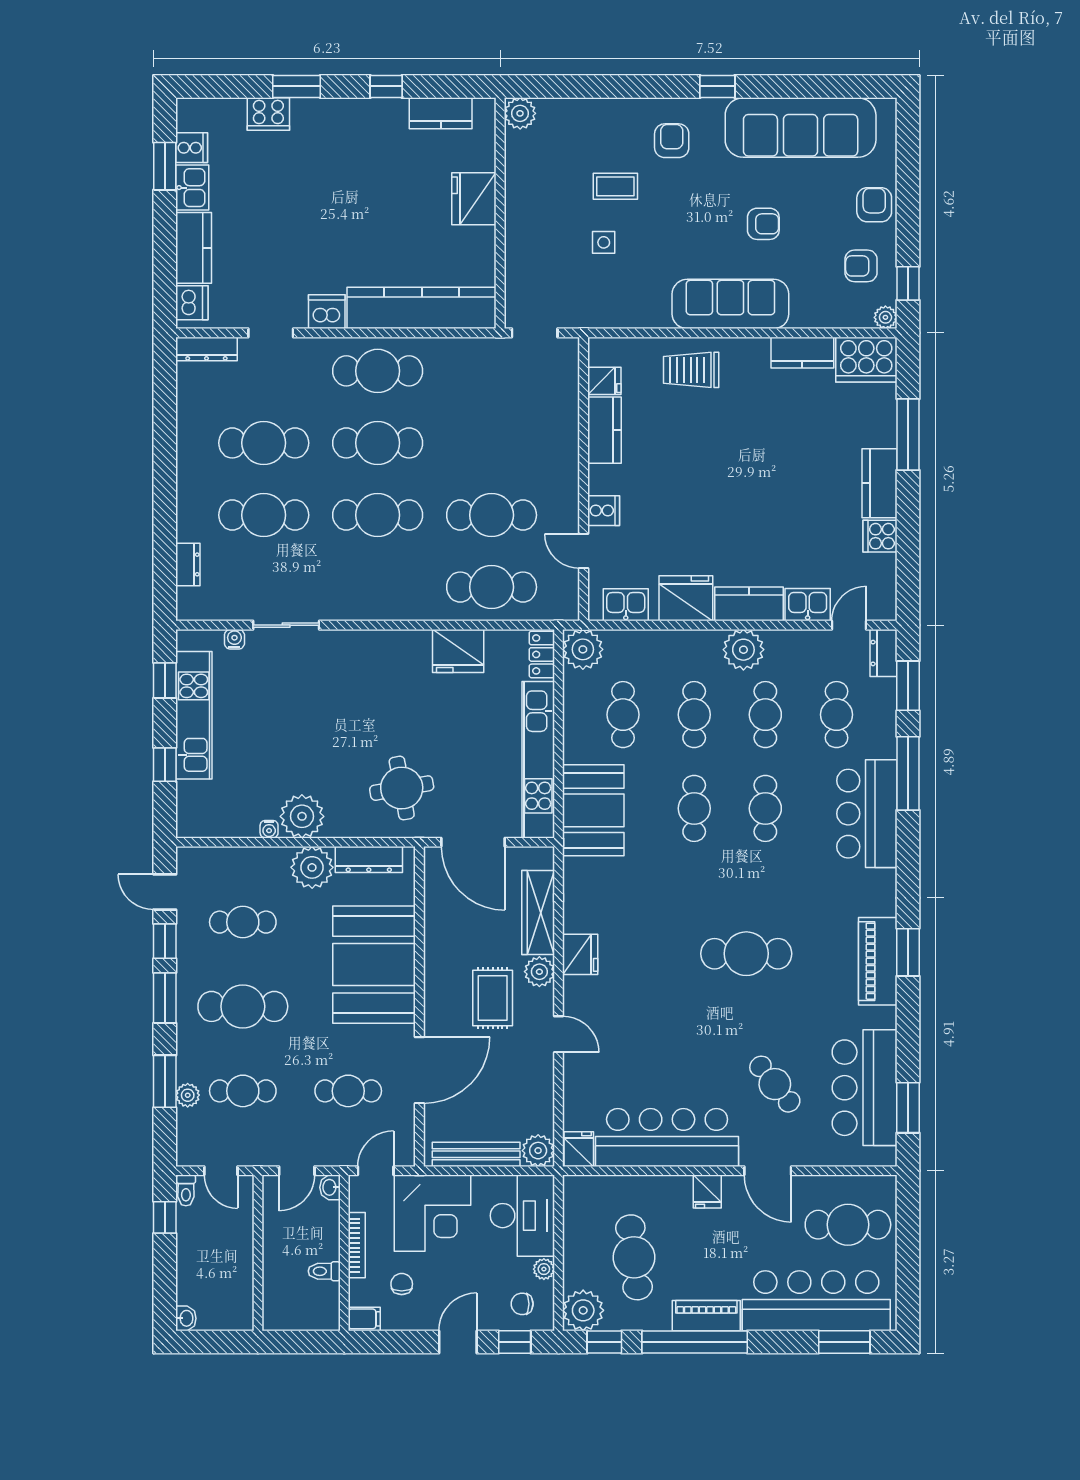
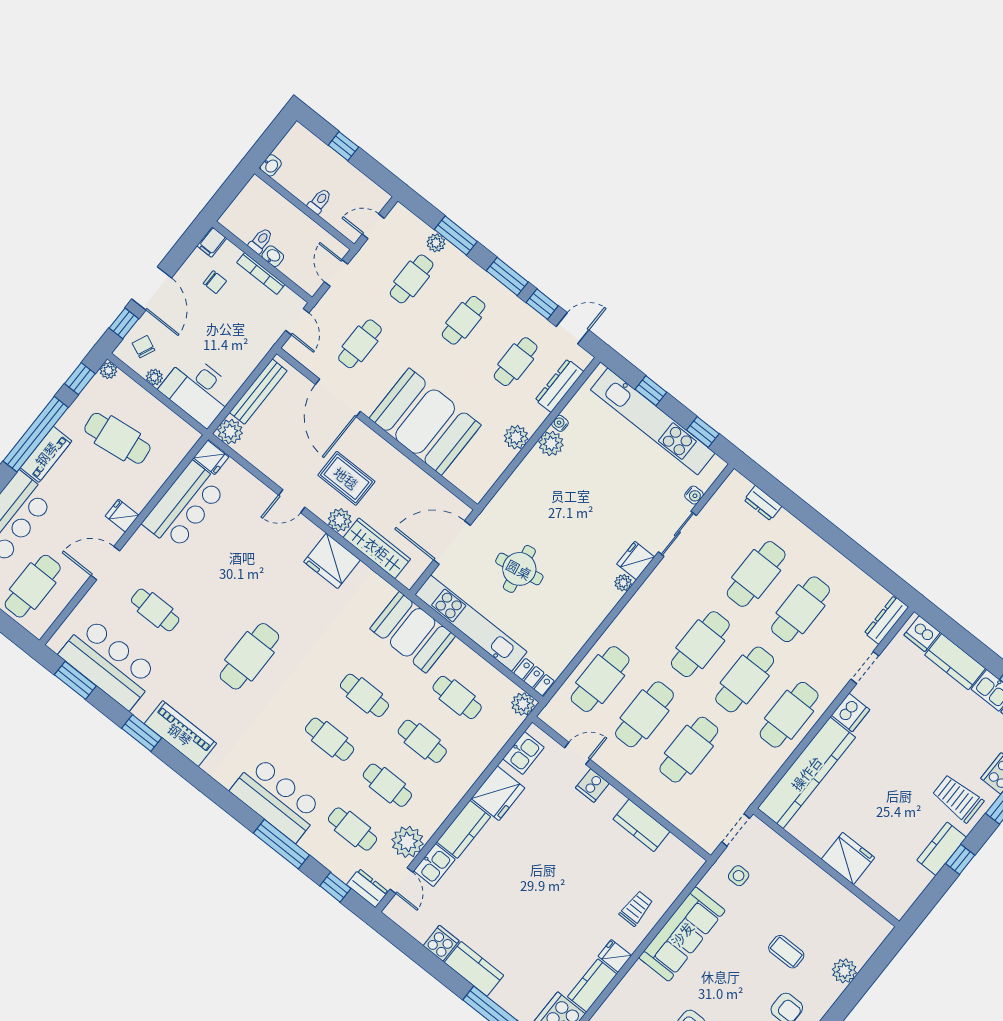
kitchen counter: (441, 113) -> (942, 849), moved
plant: (520, 113) -> (844, 971), moved
trolley: (327, 137) -> (958, 798), added
coffee table: (615, 186) -> (786, 952), turned 90
side table: (604, 242) -> (739, 876), moved
sofa: (730, 304) -> (682, 934), moved
trolley: (691, 370) -> (636, 908), width x0.73, depth x0.72
fridge: (604, 381) -> (615, 956), moved, turned 90
cafe table: (492, 443) -> (689, 750), added
plant: (378, 640) -> (623, 583), added
plant: (583, 649) -> (523, 704), width x0.73, depth x0.73
plant: (743, 650) -> (408, 842), moved
fridge: (458, 651) -> (636, 561), moved, width x0.73, depth x0.75
window: (908, 686) -> (335, 887), width x0.67
kitchen unit: (194, 715) -> (653, 421), width x1.36
round table: (402, 788) -> (519, 569), moved
plant: (302, 816) -> (551, 443), width x0.73, depth x0.73
dresser: (369, 860) -> (559, 386), moved
plant: (312, 867) -> (516, 437), width x0.73, depth x0.73
window: (908, 952) -> (142, 733), moved
fridge: (580, 954) -> (332, 561), width x1.36, depth x1.34
cafe table: (243, 1006) -> (464, 320), width x0.73, depth x0.74
cafe table: (775, 1084) -> (155, 610), turned 39
bar counter: (667, 1137) -> (184, 506), width x0.73
washbasin: (330, 1187) -> (273, 256), moved
toilet: (186, 1190) -> (320, 201), moved, turned 90
corner desk: (433, 1213) -> (243, 336), removed
window: (165, 1217) -> (343, 146), moved
chair: (522, 1304) -> (144, 347), turned -66
plant: (583, 1310) -> (108, 370), width x0.53, depth x0.53
washbasin: (186, 1318) -> (271, 165), moved, turned -90
door: (458, 1342) -> (152, 288), width x1.38

